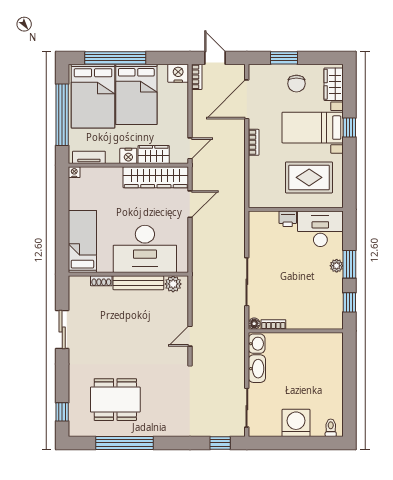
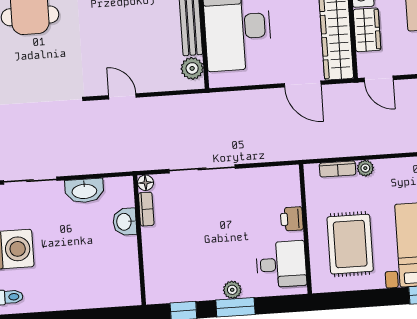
bookcase: (254, 142) -> (338, 169), moved
plant: (254, 163) -> (365, 168), added
desk: (320, 229) -> (281, 264), width x0.73
washbasin: (257, 344) -> (125, 222), moved, turned 90

